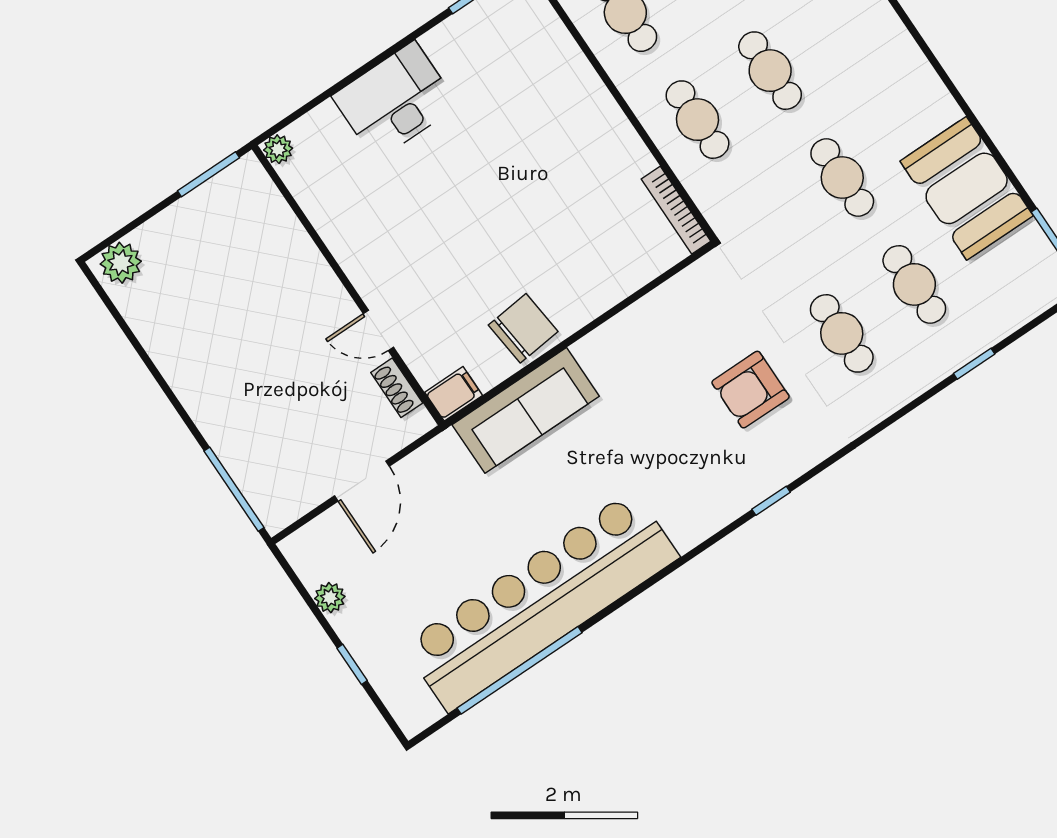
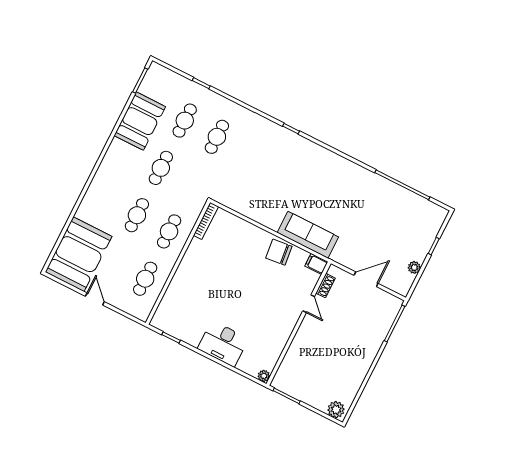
armchair: (751, 390) -> (255, 158), removed
bar counter: (541, 601) -> (373, 191), removed

